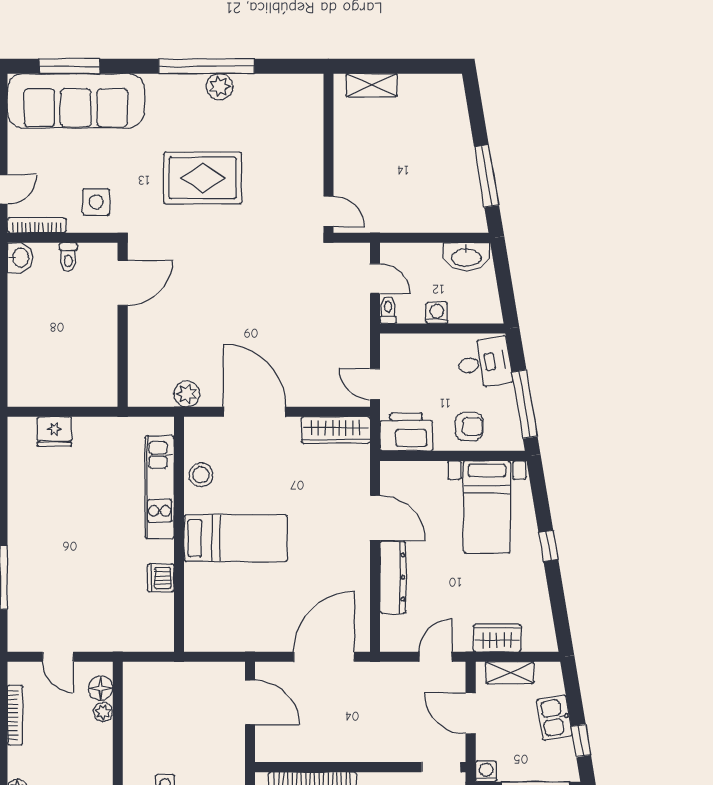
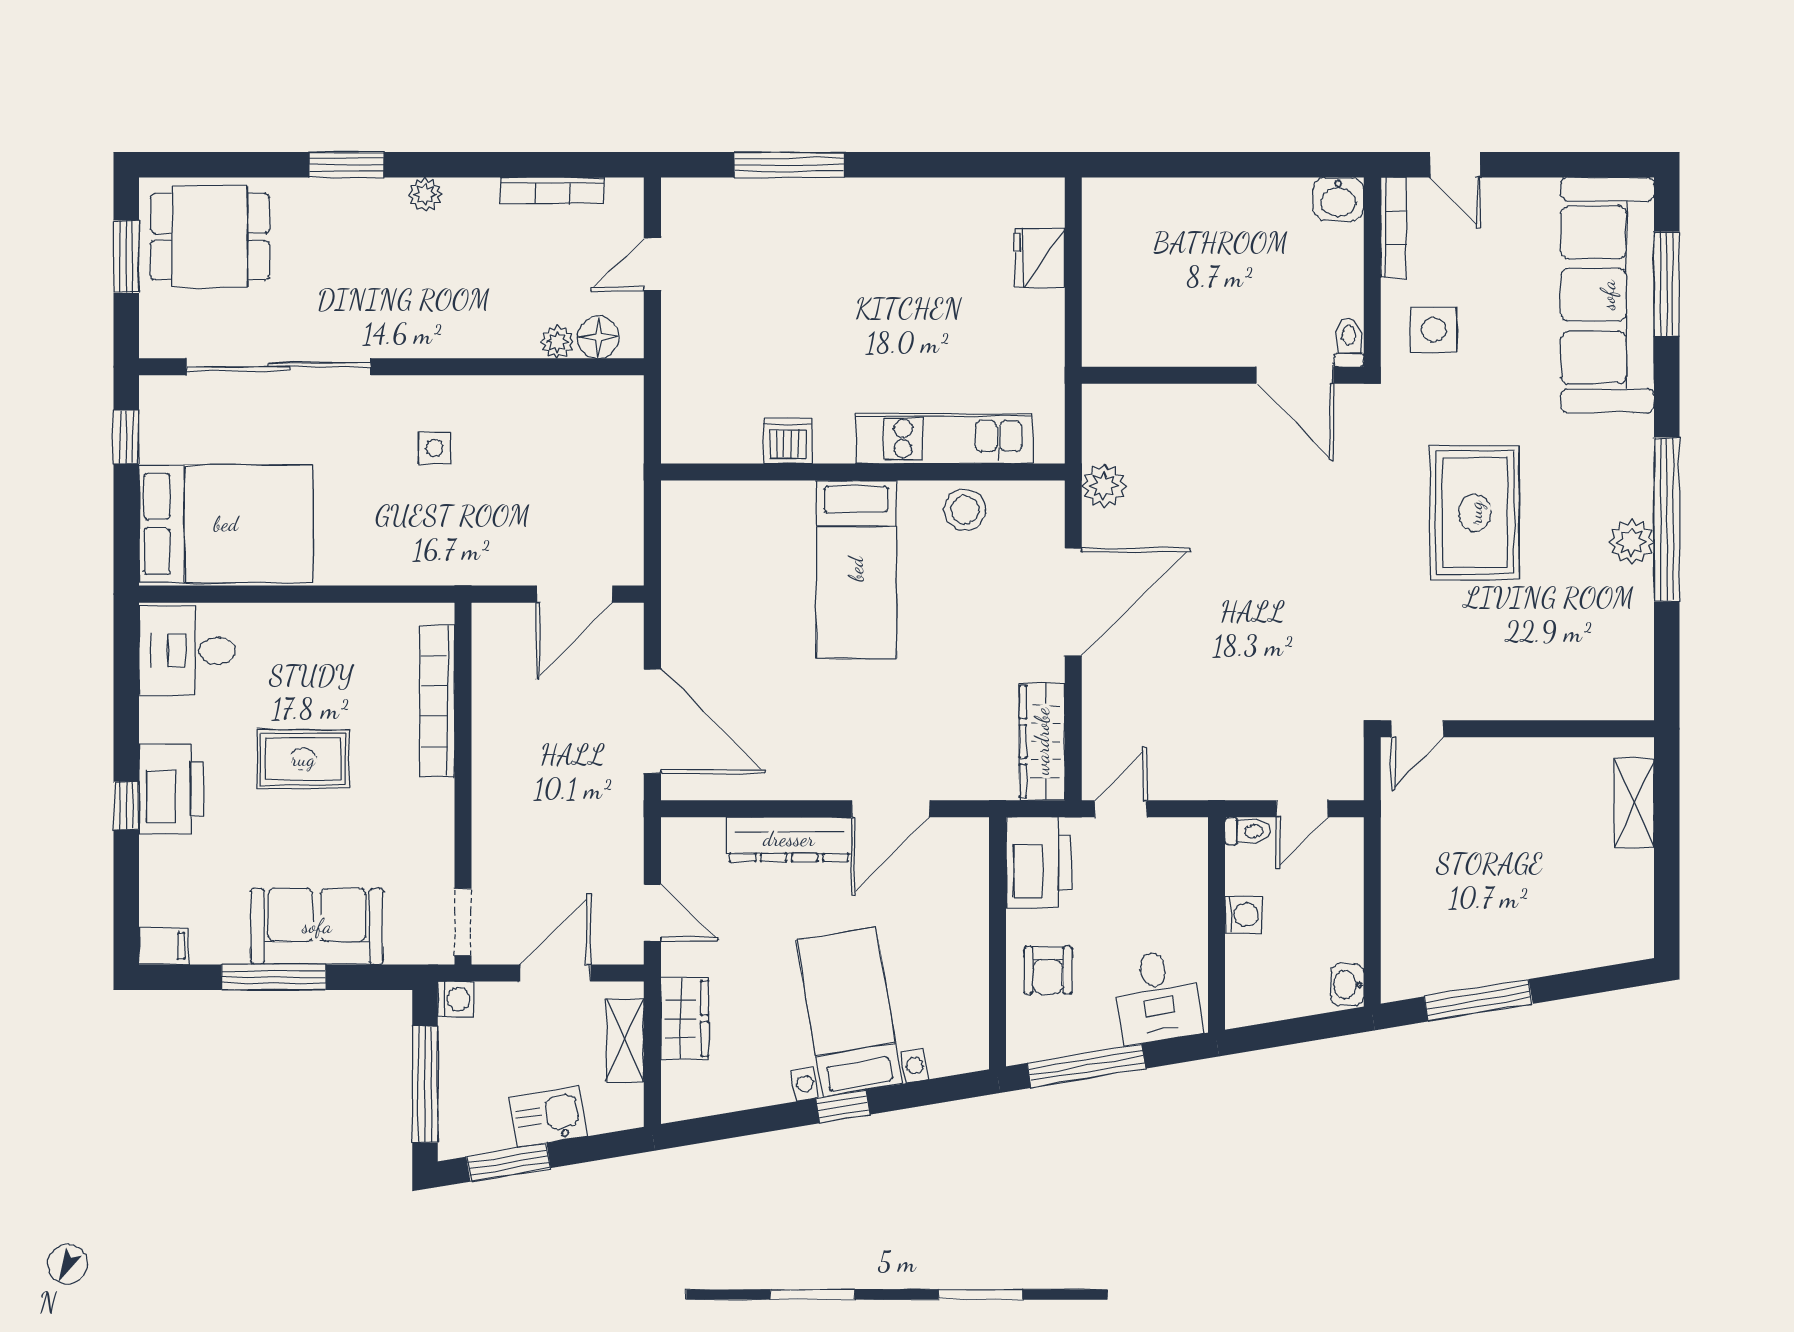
toilet: (68, 257) -> (1349, 342), moved, turned 90
washbasin: (466, 257) -> (1347, 985), width x0.52, depth x0.69
bed with nightstands: (487, 507) -> (849, 1012), moved, turned 81
window: (581, 741) -> (508, 1162), width x1.50

